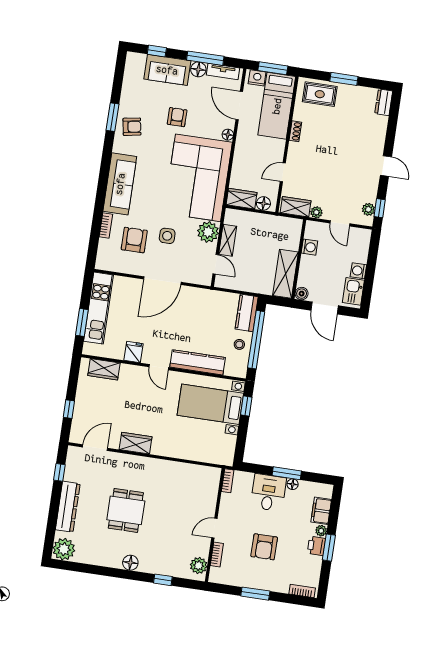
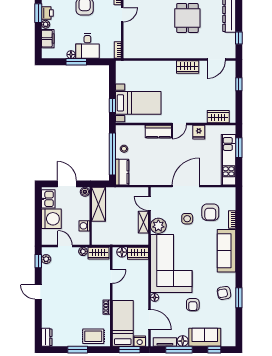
washing machine: (358, 271) -> (51, 219), width x1.89, depth x1.89
kitchen counter: (198, 362) -> (158, 131), width x0.67
door: (159, 367) -> (179, 124), swing flipped

